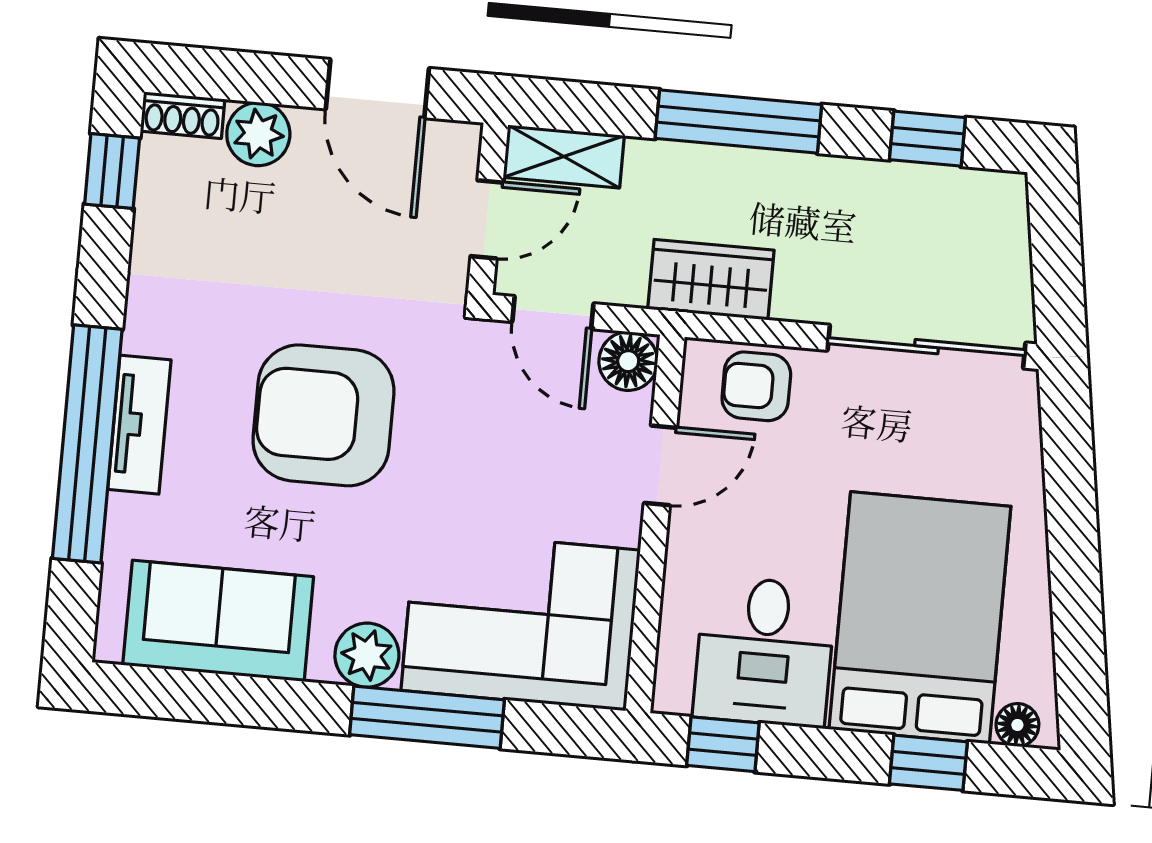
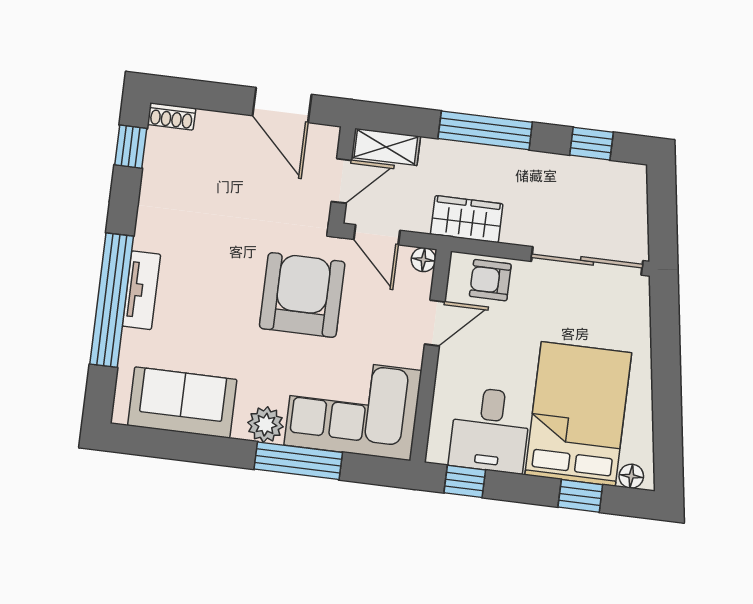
plant: (258, 134) -> (214, 128), removed
floor lamp: (628, 361) -> (423, 260), width x0.73, depth x0.73
armchair: (323, 415) -> (302, 295), moved, turned 90

